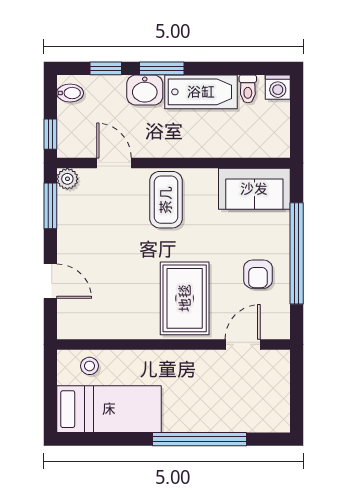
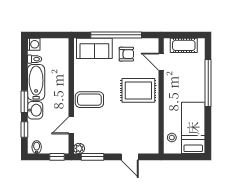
sofa: (254, 189) -> (94, 48), moved, turned 90
door: (50, 281) -> (130, 157), swing flipped
cot: (275, 390) -> (184, 45), added

